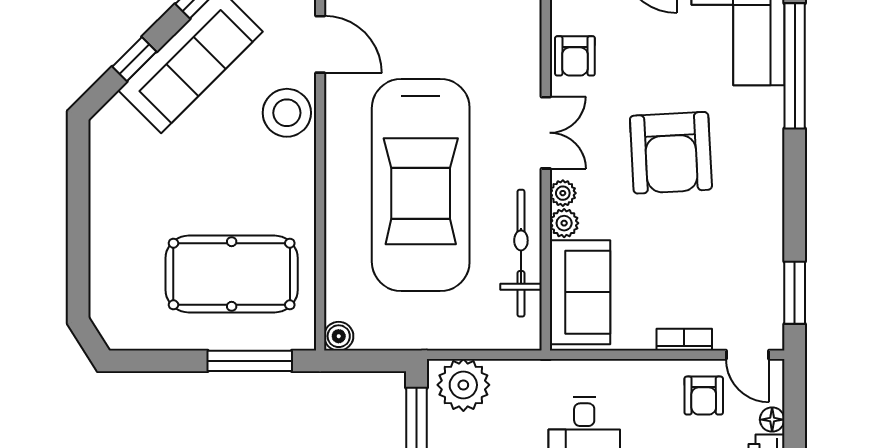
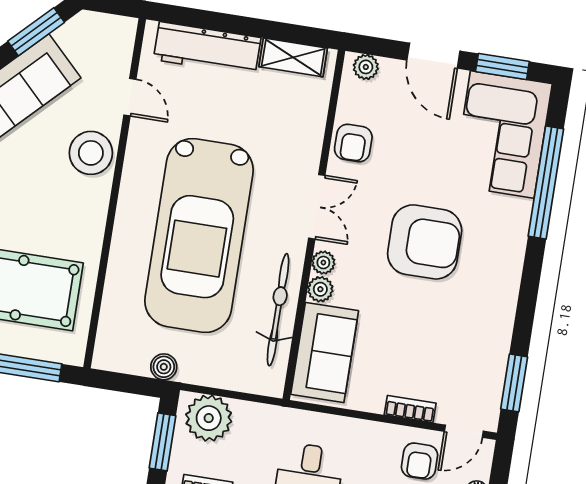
door: (320, 44) -> (130, 97), width x0.73
armchair: (671, 153) -> (425, 242), turned -87
boiler: (339, 336) -> (164, 367), moved
door: (748, 355) -> (464, 431), hinge flipped

